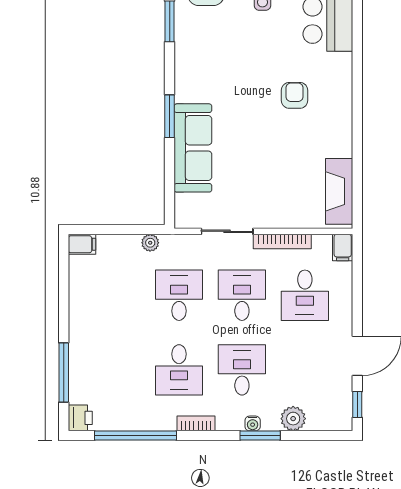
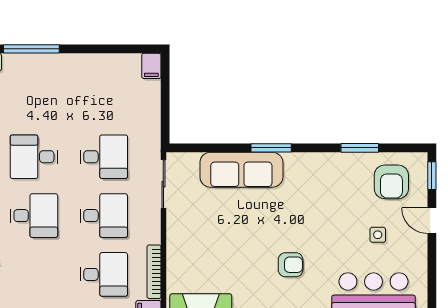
sliding door: (227, 231) -> (163, 184), moved
bookcase: (282, 241) -> (154, 272), moved
plant: (150, 243) -> (153, 130), removed
desk: (305, 295) -> (104, 274), turned 180

